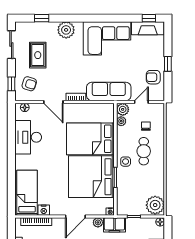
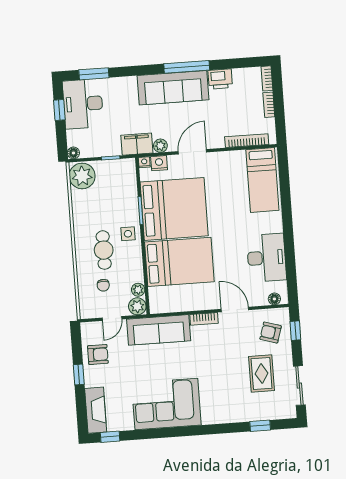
fireplace: (148, 28) -> (96, 410), moved, turned 90
plant: (66, 30) -> (225, 412), removed
nightstand: (44, 210) -> (159, 163), moved

